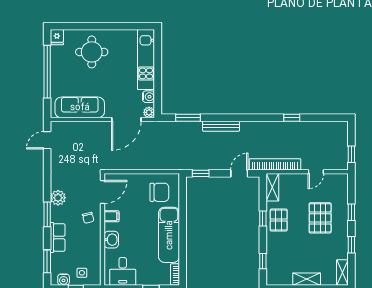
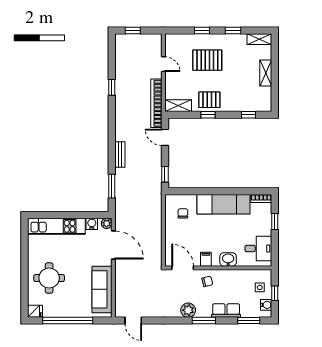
bench: (221, 126) -> (120, 155), width x0.73
window: (351, 154) -> (133, 30), moved
chair: (159, 192) -> (183, 213), width x0.54, depth x0.54

